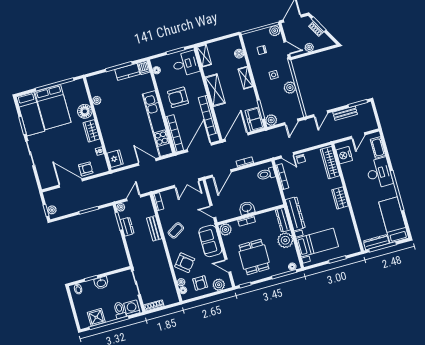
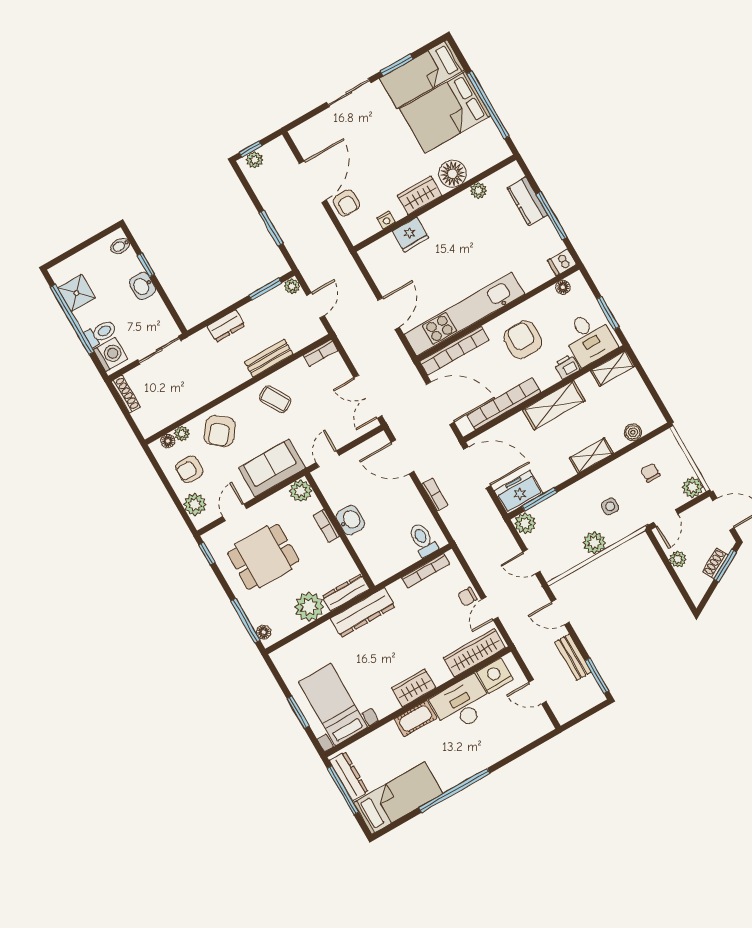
kitchen counter: (127, 72) -> (527, 201), moved
printer: (197, 78) -> (567, 367), added
cot: (378, 147) -> (415, 718), moved
door: (287, 155) -> (490, 608), moved
fridge: (115, 159) -> (410, 235), moved
desk: (379, 173) -> (462, 704), moved, turned 180
door: (134, 198) -> (315, 305), hinge flipped
dresser: (127, 227) -> (226, 326), moved
bed with nightstands: (317, 242) -> (333, 704), moved, turned 180

